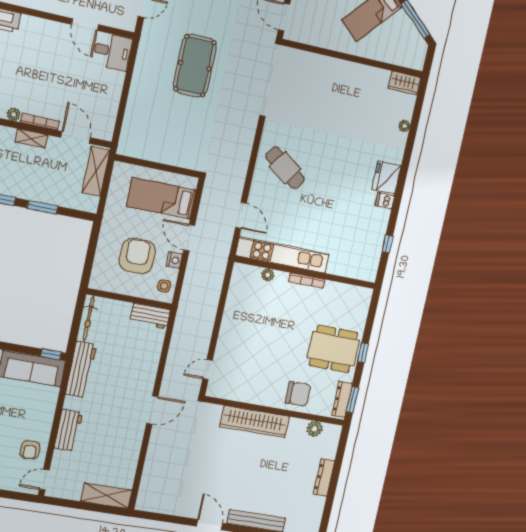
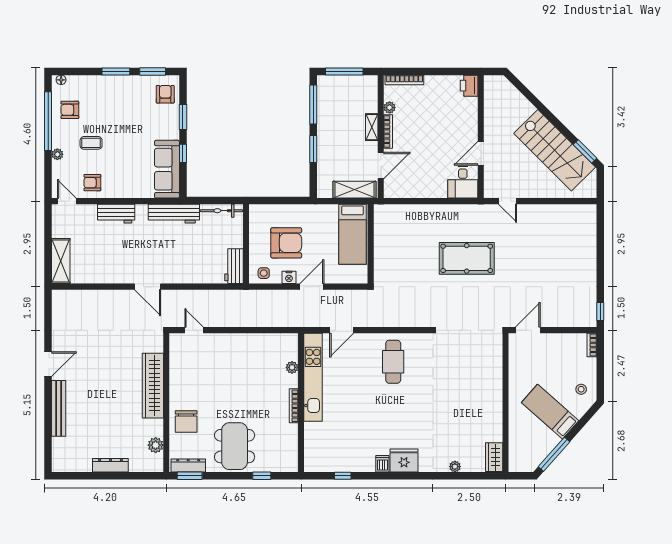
cafe table: (285, 168) -> (393, 362), turned -36
bed: (161, 198) -> (353, 234), moved, turned 180
window: (363, 353) -> (262, 476), moved
window: (51, 354) -> (183, 153), moved

